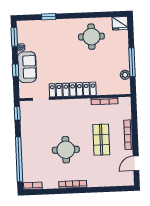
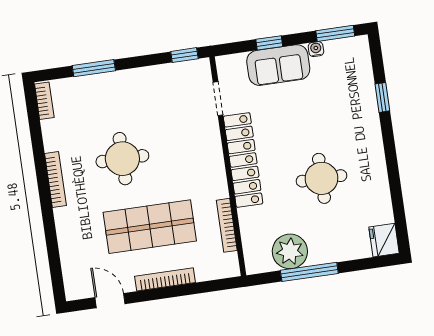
round table: (91, 37) -> (321, 178), moved
plant: (125, 75) -> (290, 251), width x1.88, depth x1.88
shop shelf: (101, 140) -> (150, 227), width x1.43, depth x1.36
window: (19, 159) -> (94, 68), width x0.47

